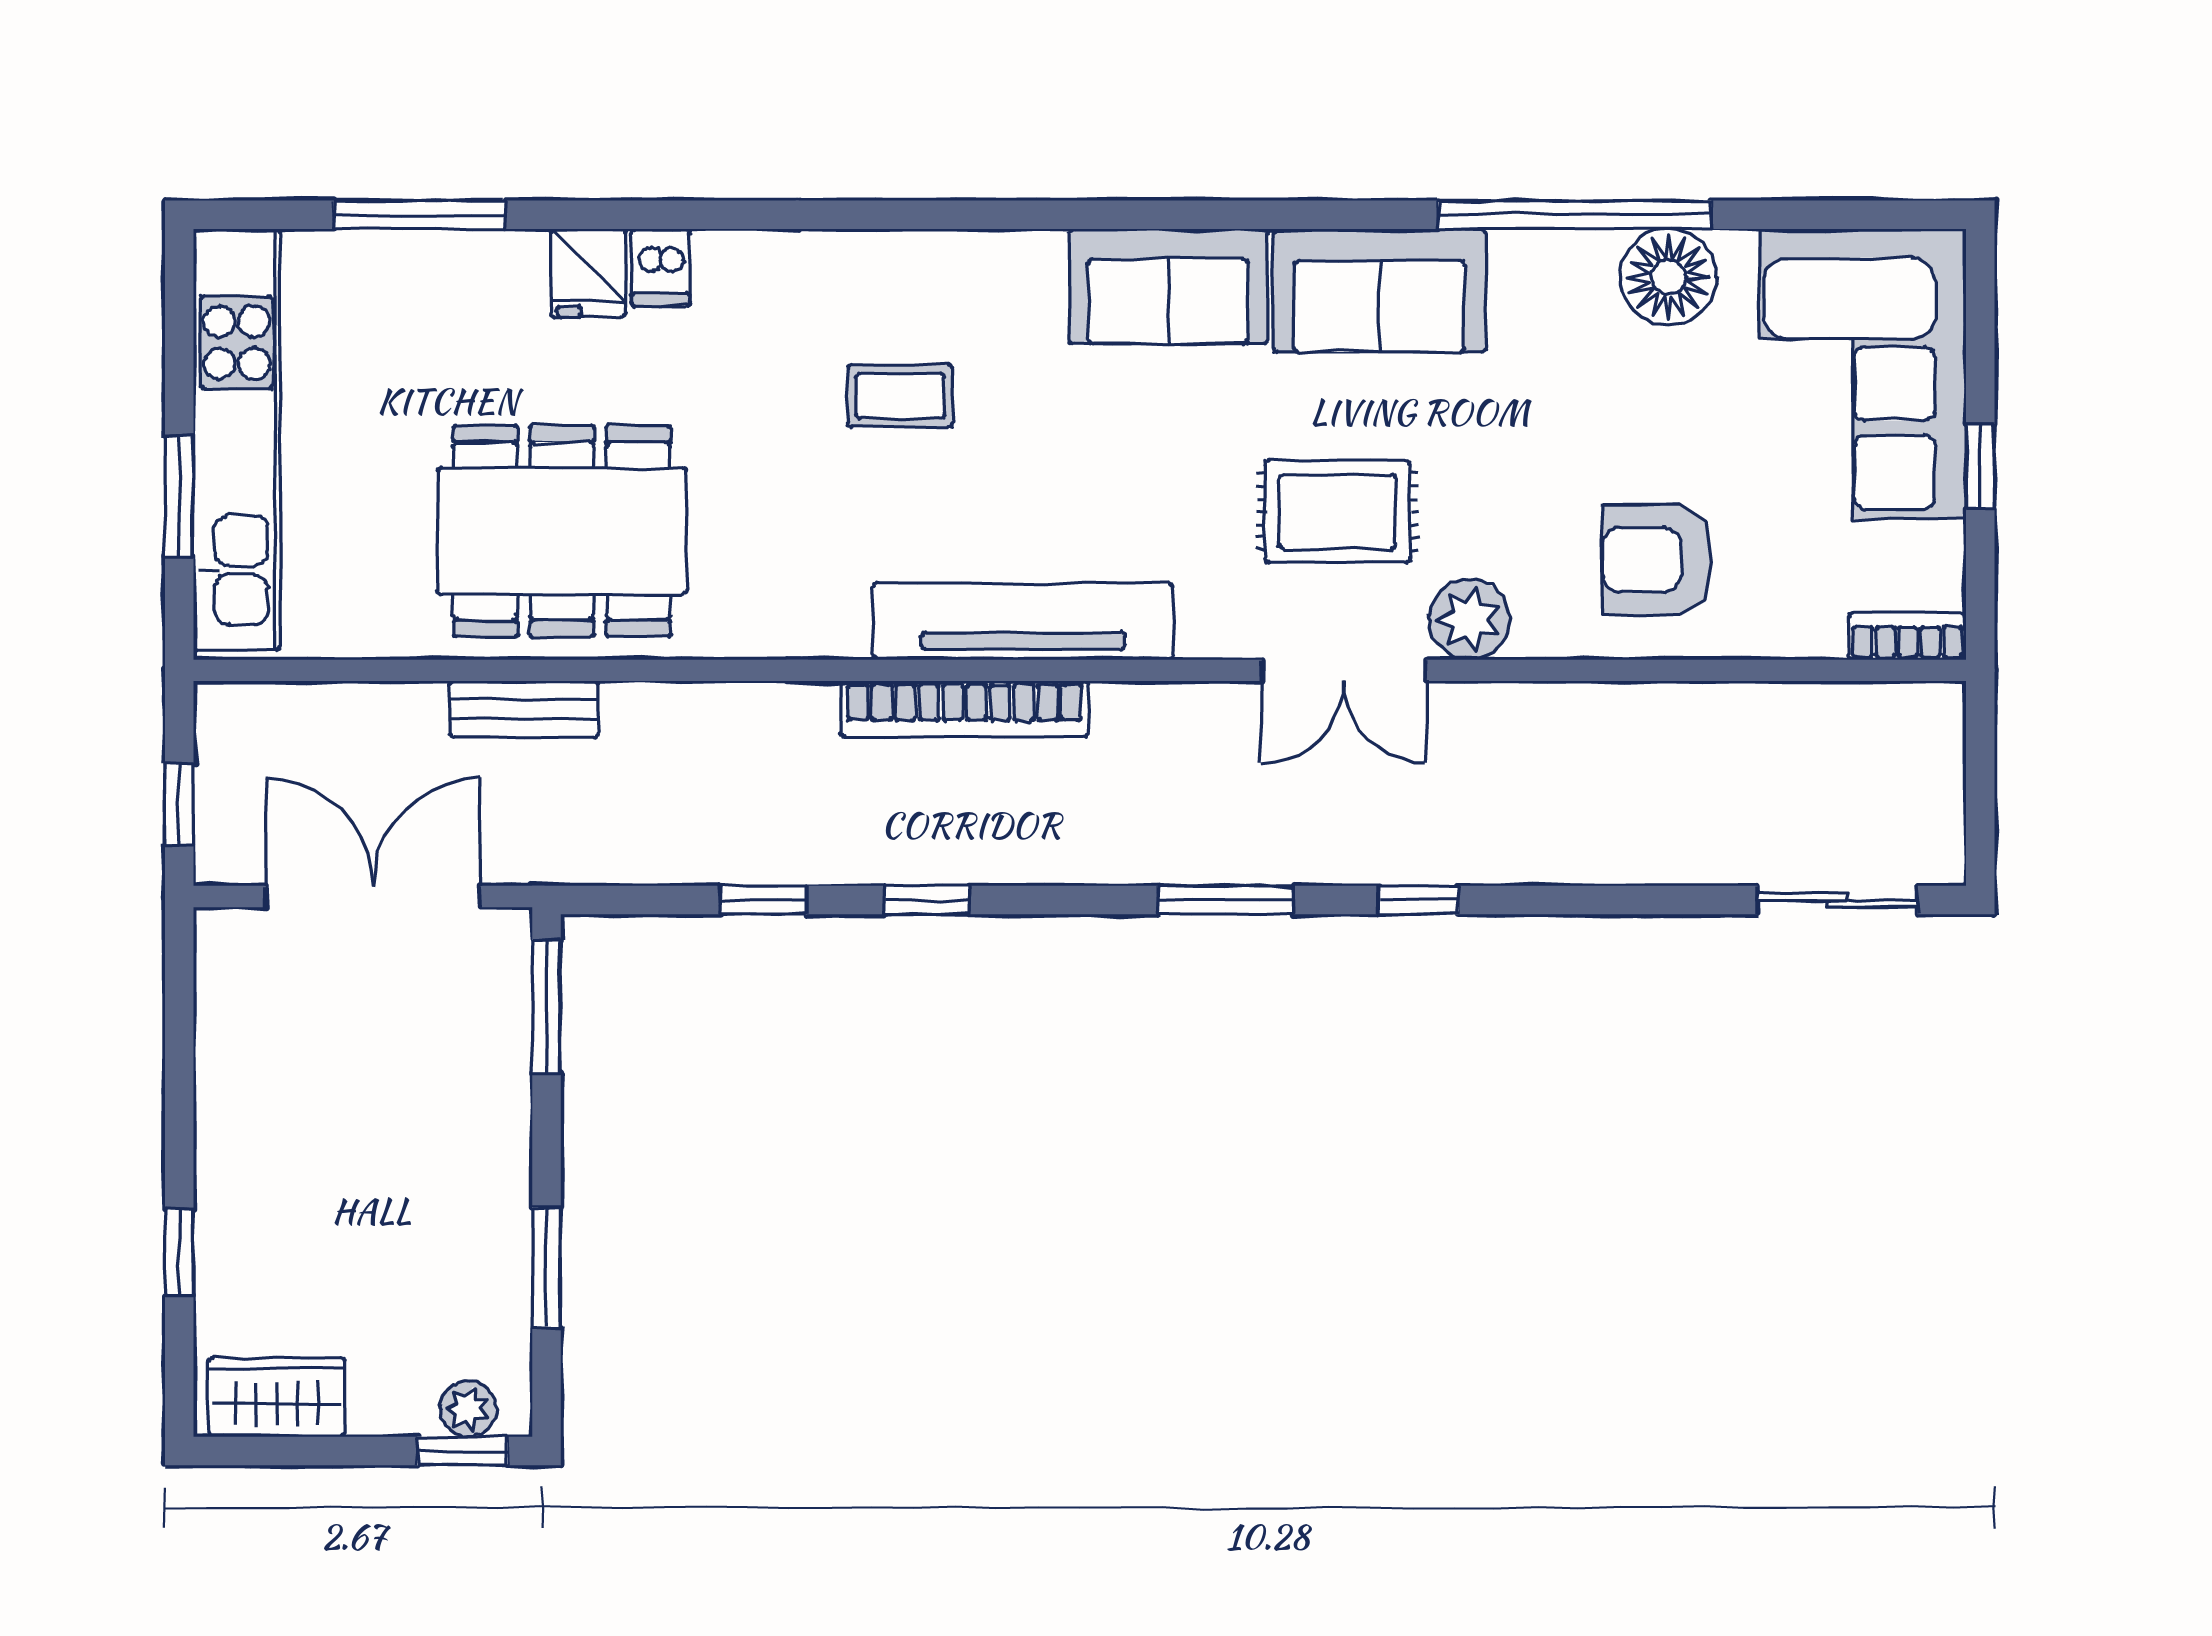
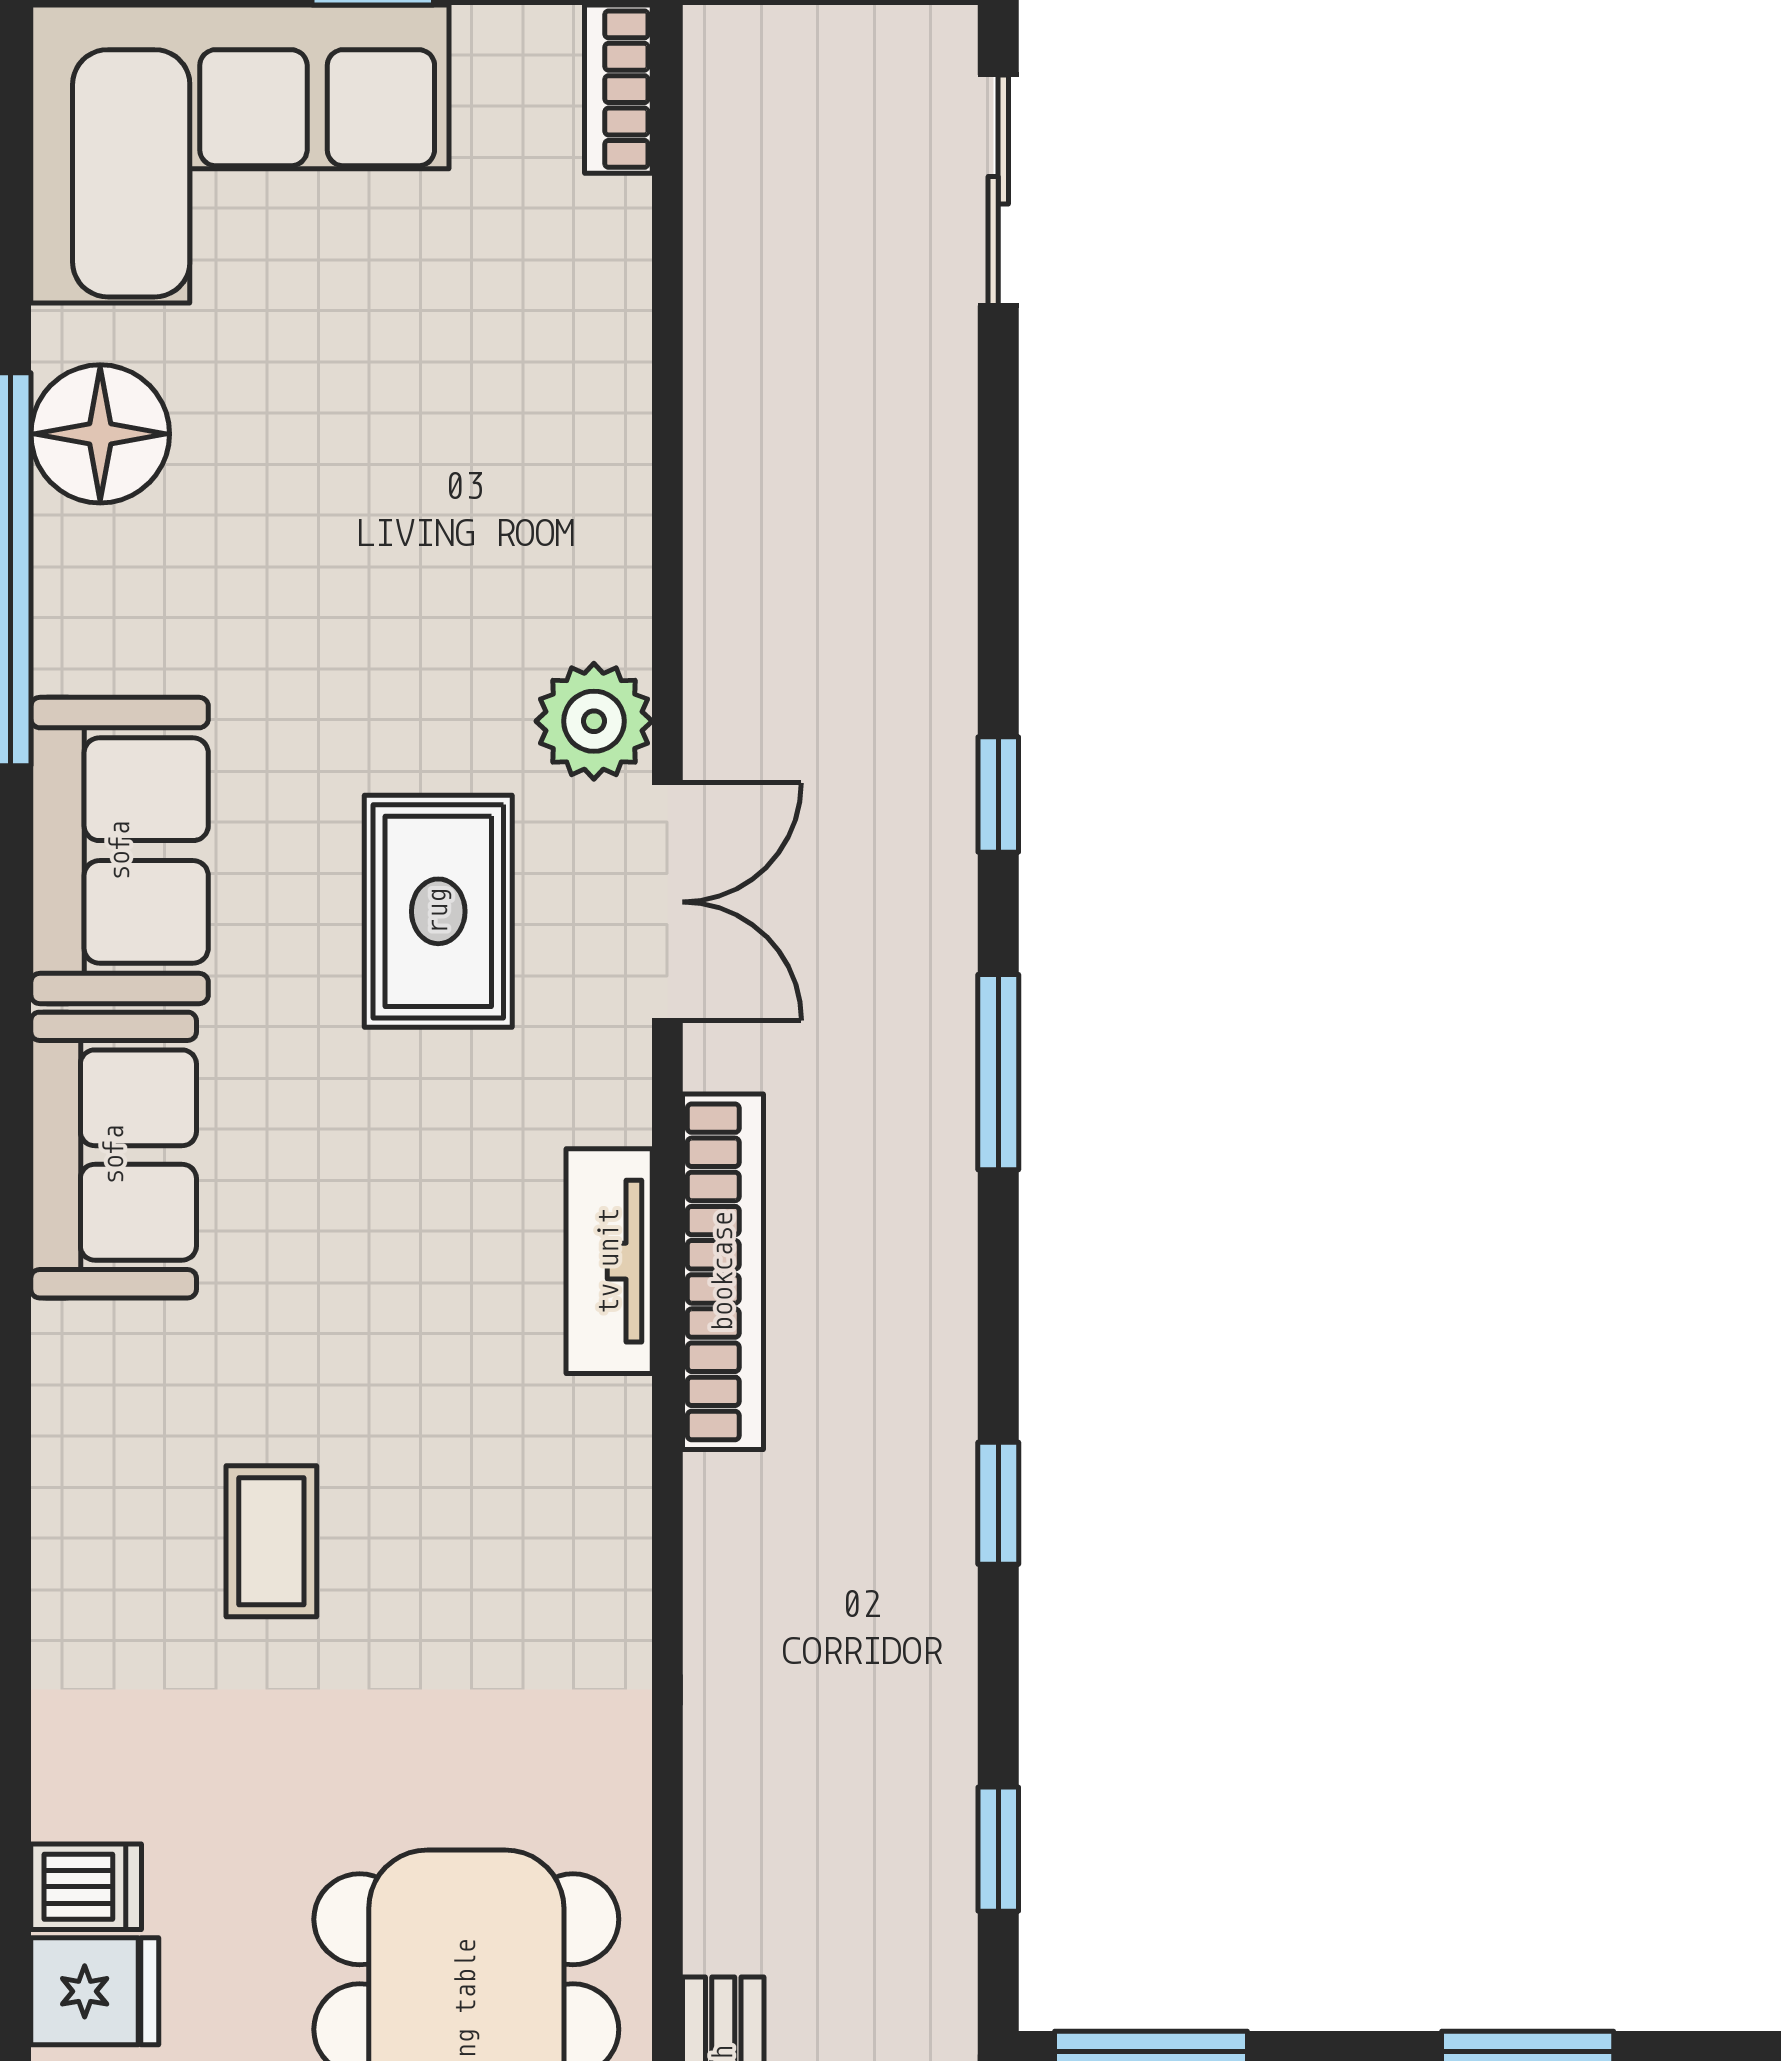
armchair: (1657, 560) -> (508, 451), removed
tv unit: (1023, 621) -> (609, 1261), width x0.52, depth x0.78
bookcase: (965, 709) -> (723, 1272), moved
window: (763, 900) -> (998, 1849), moved

